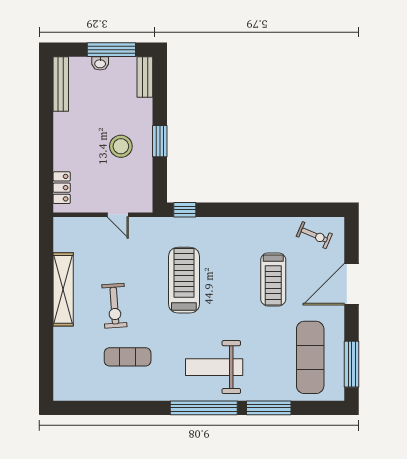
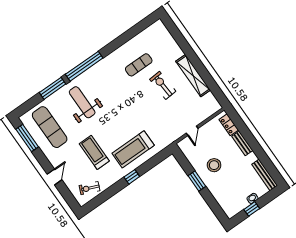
window: (111, 50) -> (252, 209), width x0.46
bench: (145, 77) -> (242, 143), moved
window: (185, 210) -> (132, 177), moved
door: (118, 215) -> (192, 131), swing flipped
treadmill: (184, 280) -> (133, 149), moved, turned 90
door: (352, 284) -> (55, 177), width x0.53
weight bench: (214, 367) -> (82, 102), moved, turned -90

